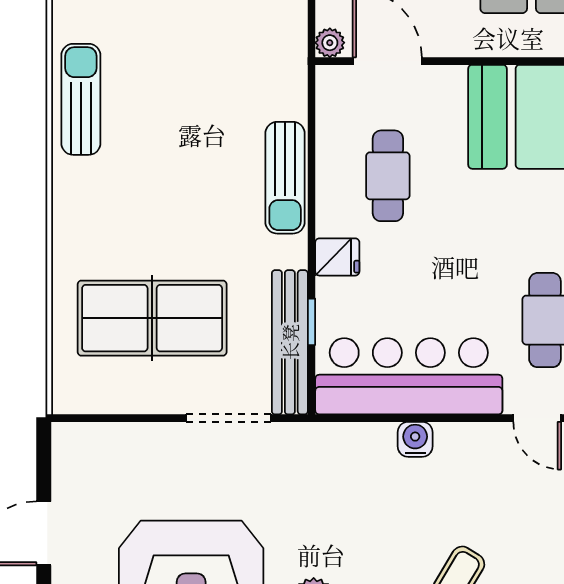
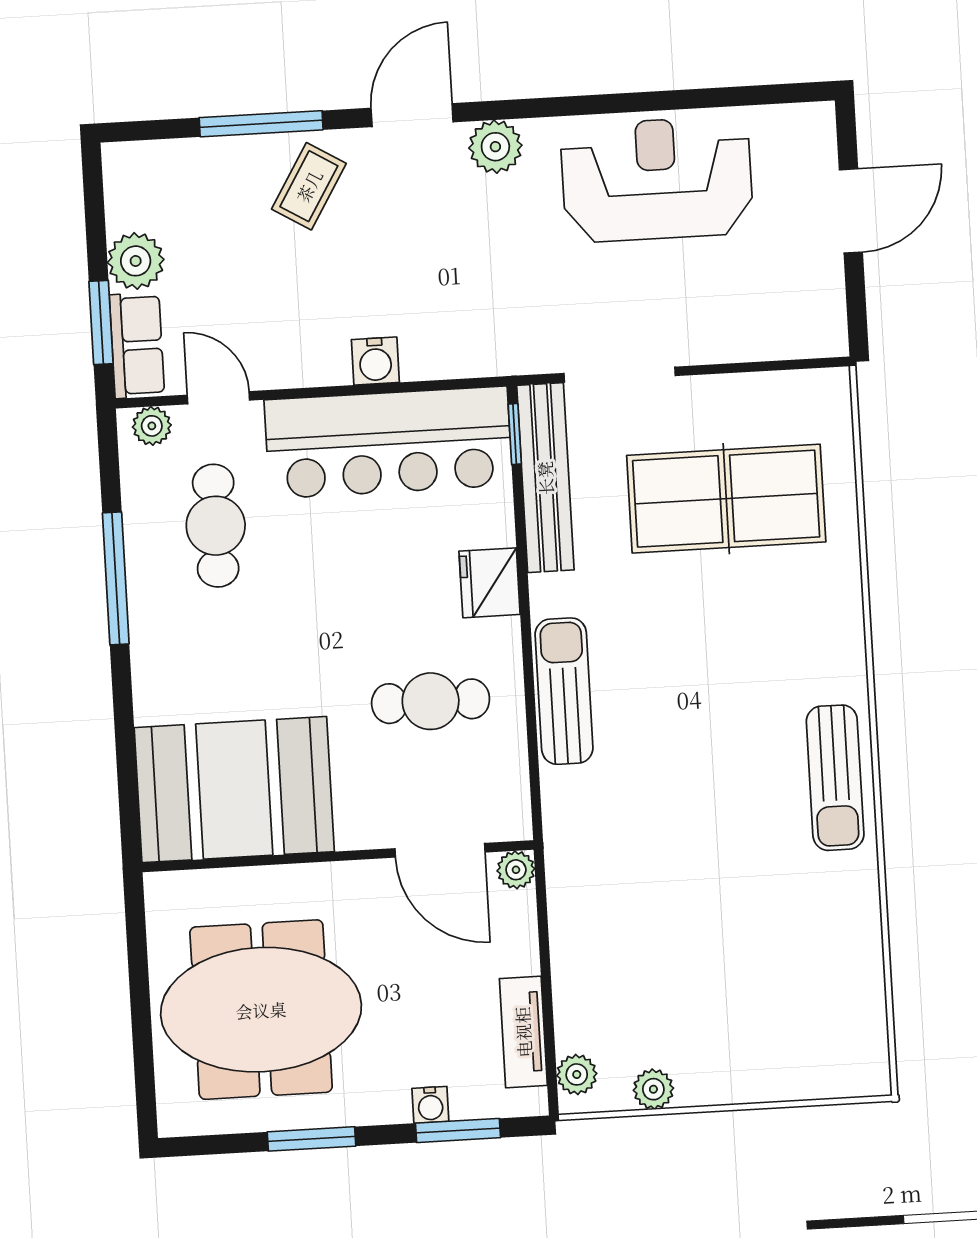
cafe table: (388, 176) -> (431, 701), turned 90
fridge: (337, 257) -> (490, 583), width x1.38
window: (312, 322) -> (515, 434), moved

